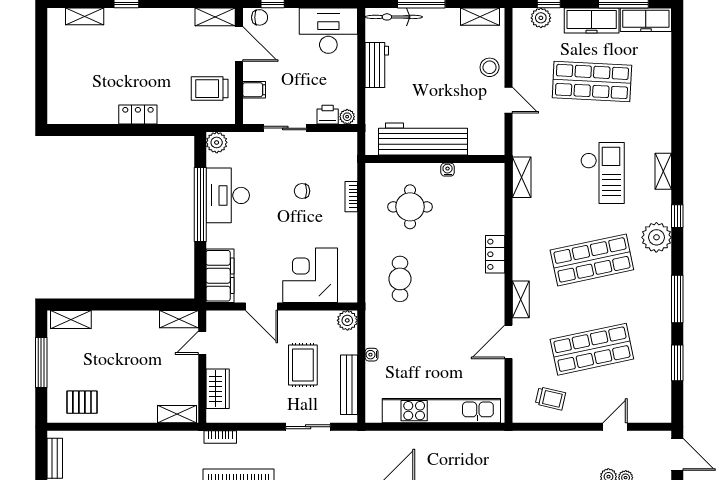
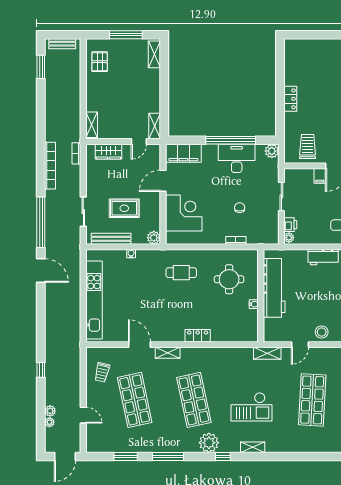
filing cabinet: (254, 90) -> (320, 176), moved
shelving: (522, 177) -> (267, 353), moved
door: (202, 343) -> (139, 141), swing flipped

